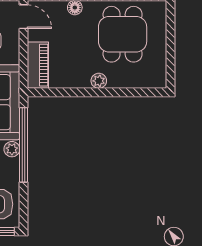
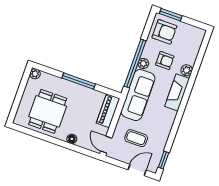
plant: (99, 81) -> (35, 74), moved
window: (94, 92) -> (79, 81), added

